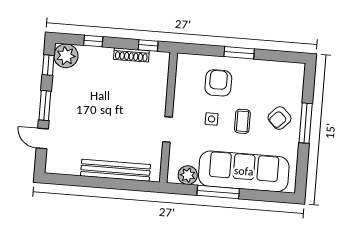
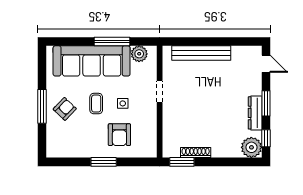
window: (93, 41) -> (229, 162), removed
window: (148, 45) -> (182, 162), width x1.50
dresser: (58, 96) -> (255, 113), added
door: (42, 139) -> (266, 64), moved

